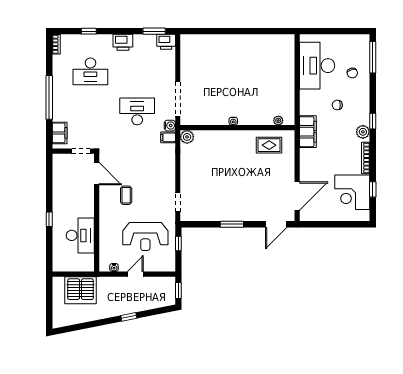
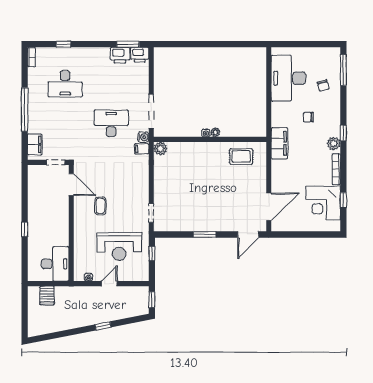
printer: (123, 42) -> (120, 55), moved
plant: (278, 120) -> (215, 132), moved
desk: (80, 235) -> (55, 264), moved
server rack: (81, 290) -> (47, 295), width x0.46, depth x0.70

